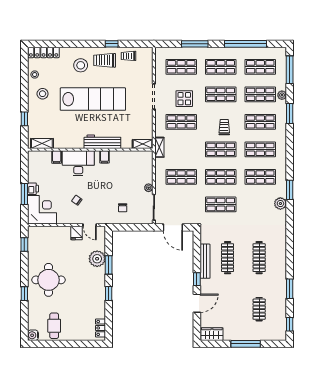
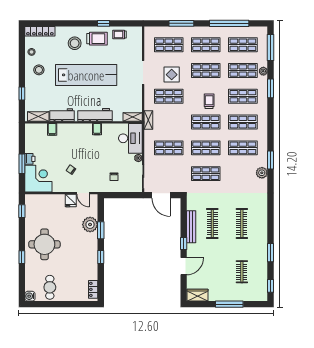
trolley: (105, 60) -> (97, 39), turned 180
workbench: (67, 142) -> (62, 115), added
desk: (78, 163) -> (130, 138), moved, turned 90

